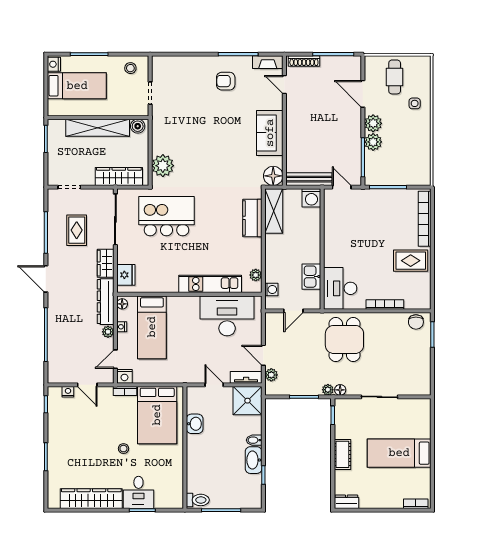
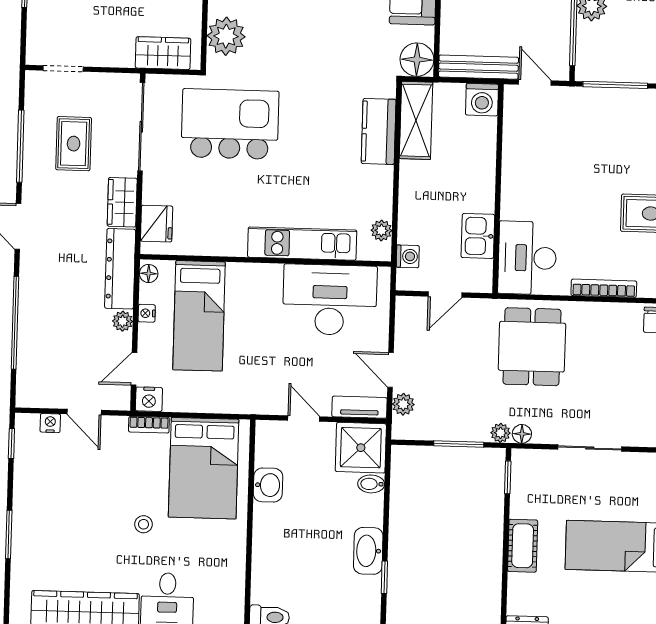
wardrobe: (119, 176) -> (163, 53), width x0.67
bidet: (254, 440) -> (371, 484), moved

